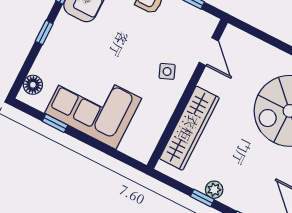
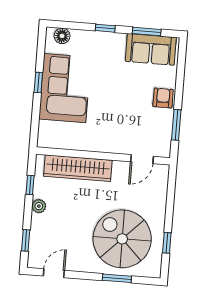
side table: (167, 71) -> (114, 134), removed
window: (55, 123) -> (38, 83), moved
window: (202, 198) -> (30, 185), moved

